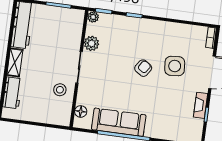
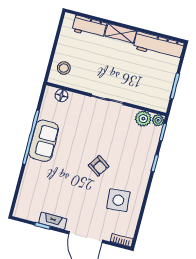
plant: (92, 43) -> (143, 119), moved
side table: (175, 66) -> (118, 200), moved
stool: (60, 90) -> (64, 68), moved
sofa: (119, 122) -> (44, 141), width x0.73

